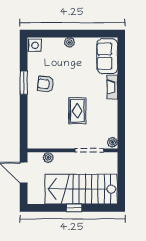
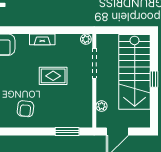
window: (24, 83) -> (67, 132), moved
fireplace: (112, 87) -> (42, 39), moved

